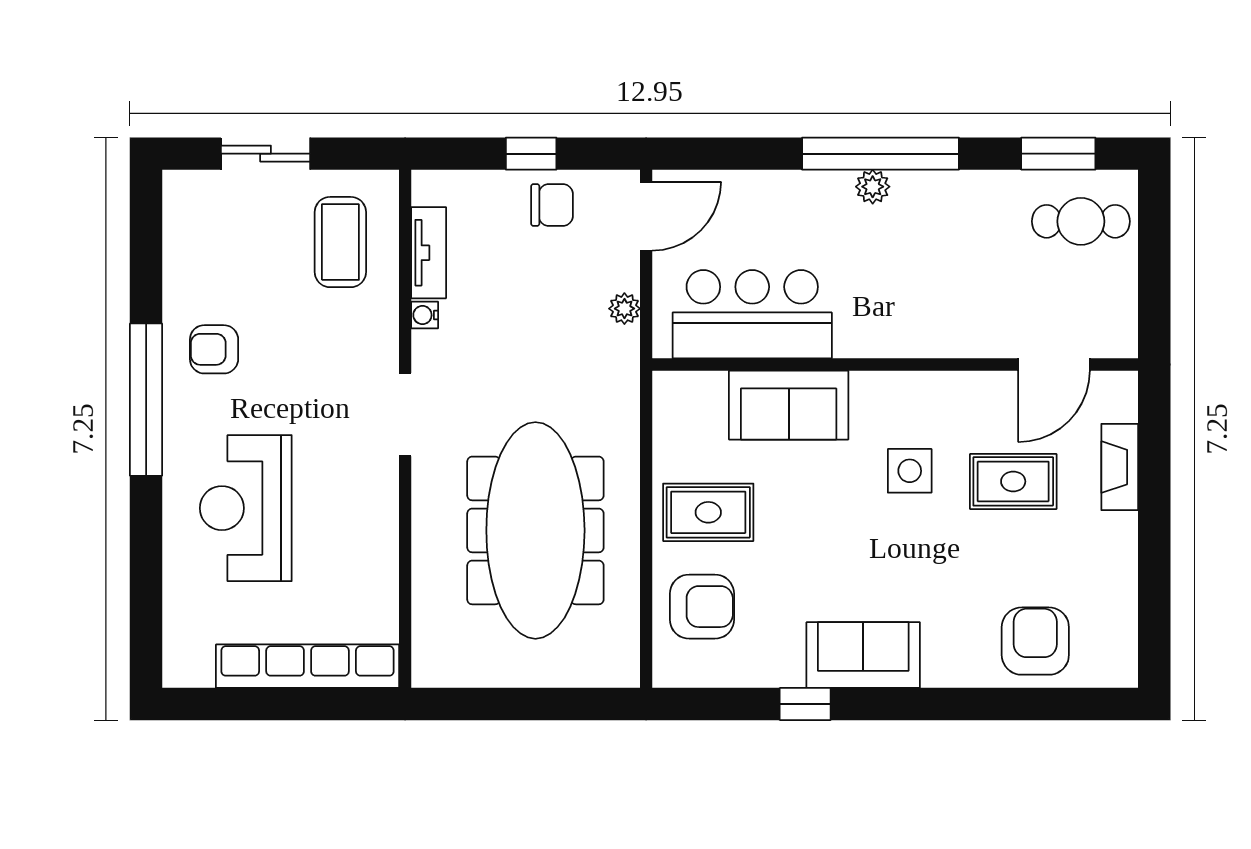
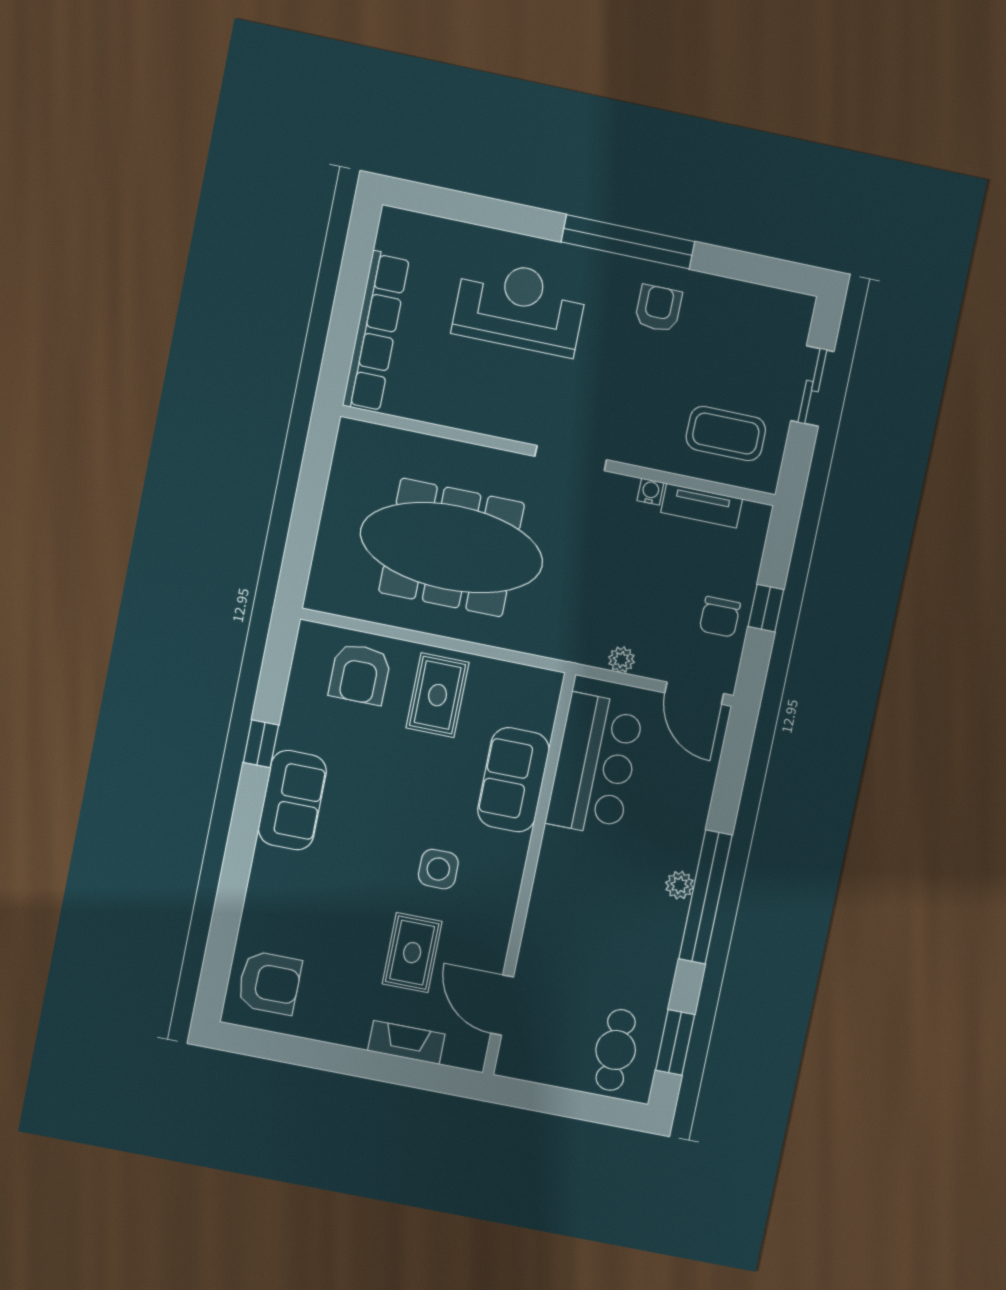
armchair: (1035, 641) -> (269, 983), moved

